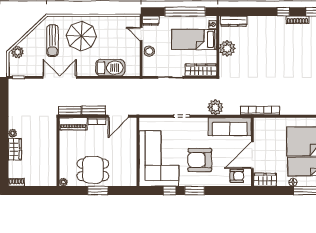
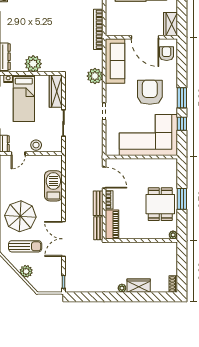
plant: (18, 52) -> (26, 271), moved
armchair: (200, 160) -> (150, 92), turned 180

